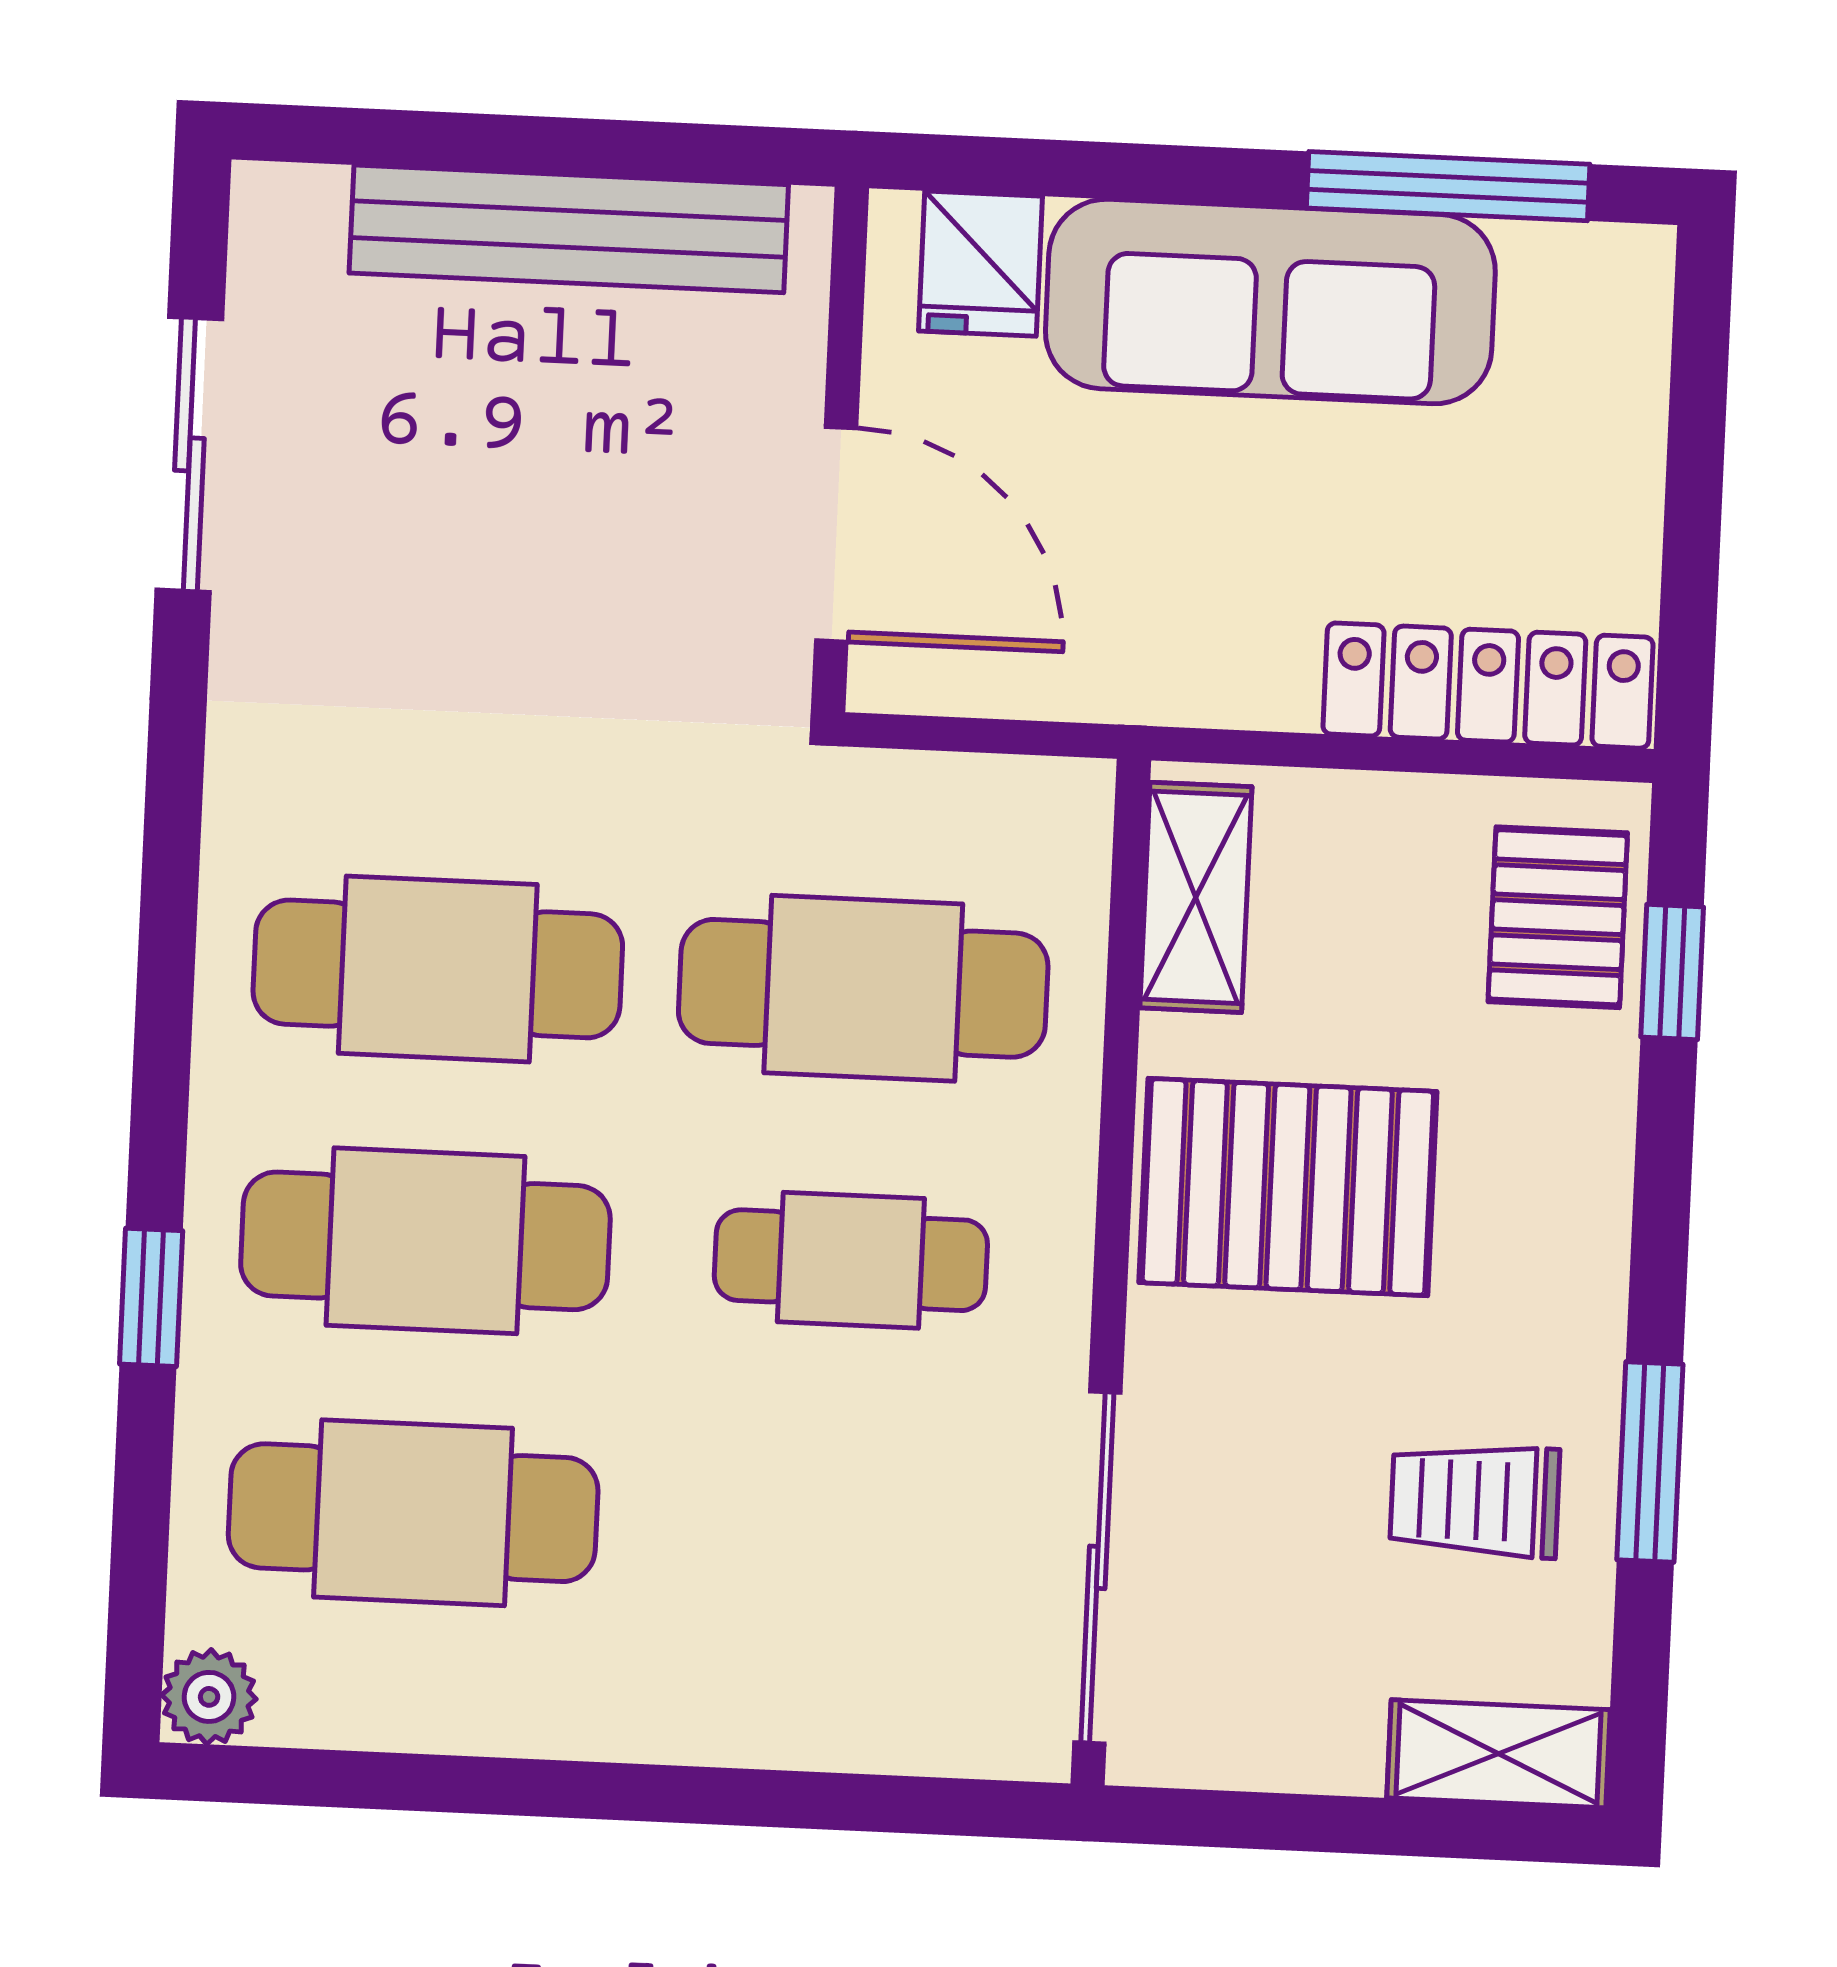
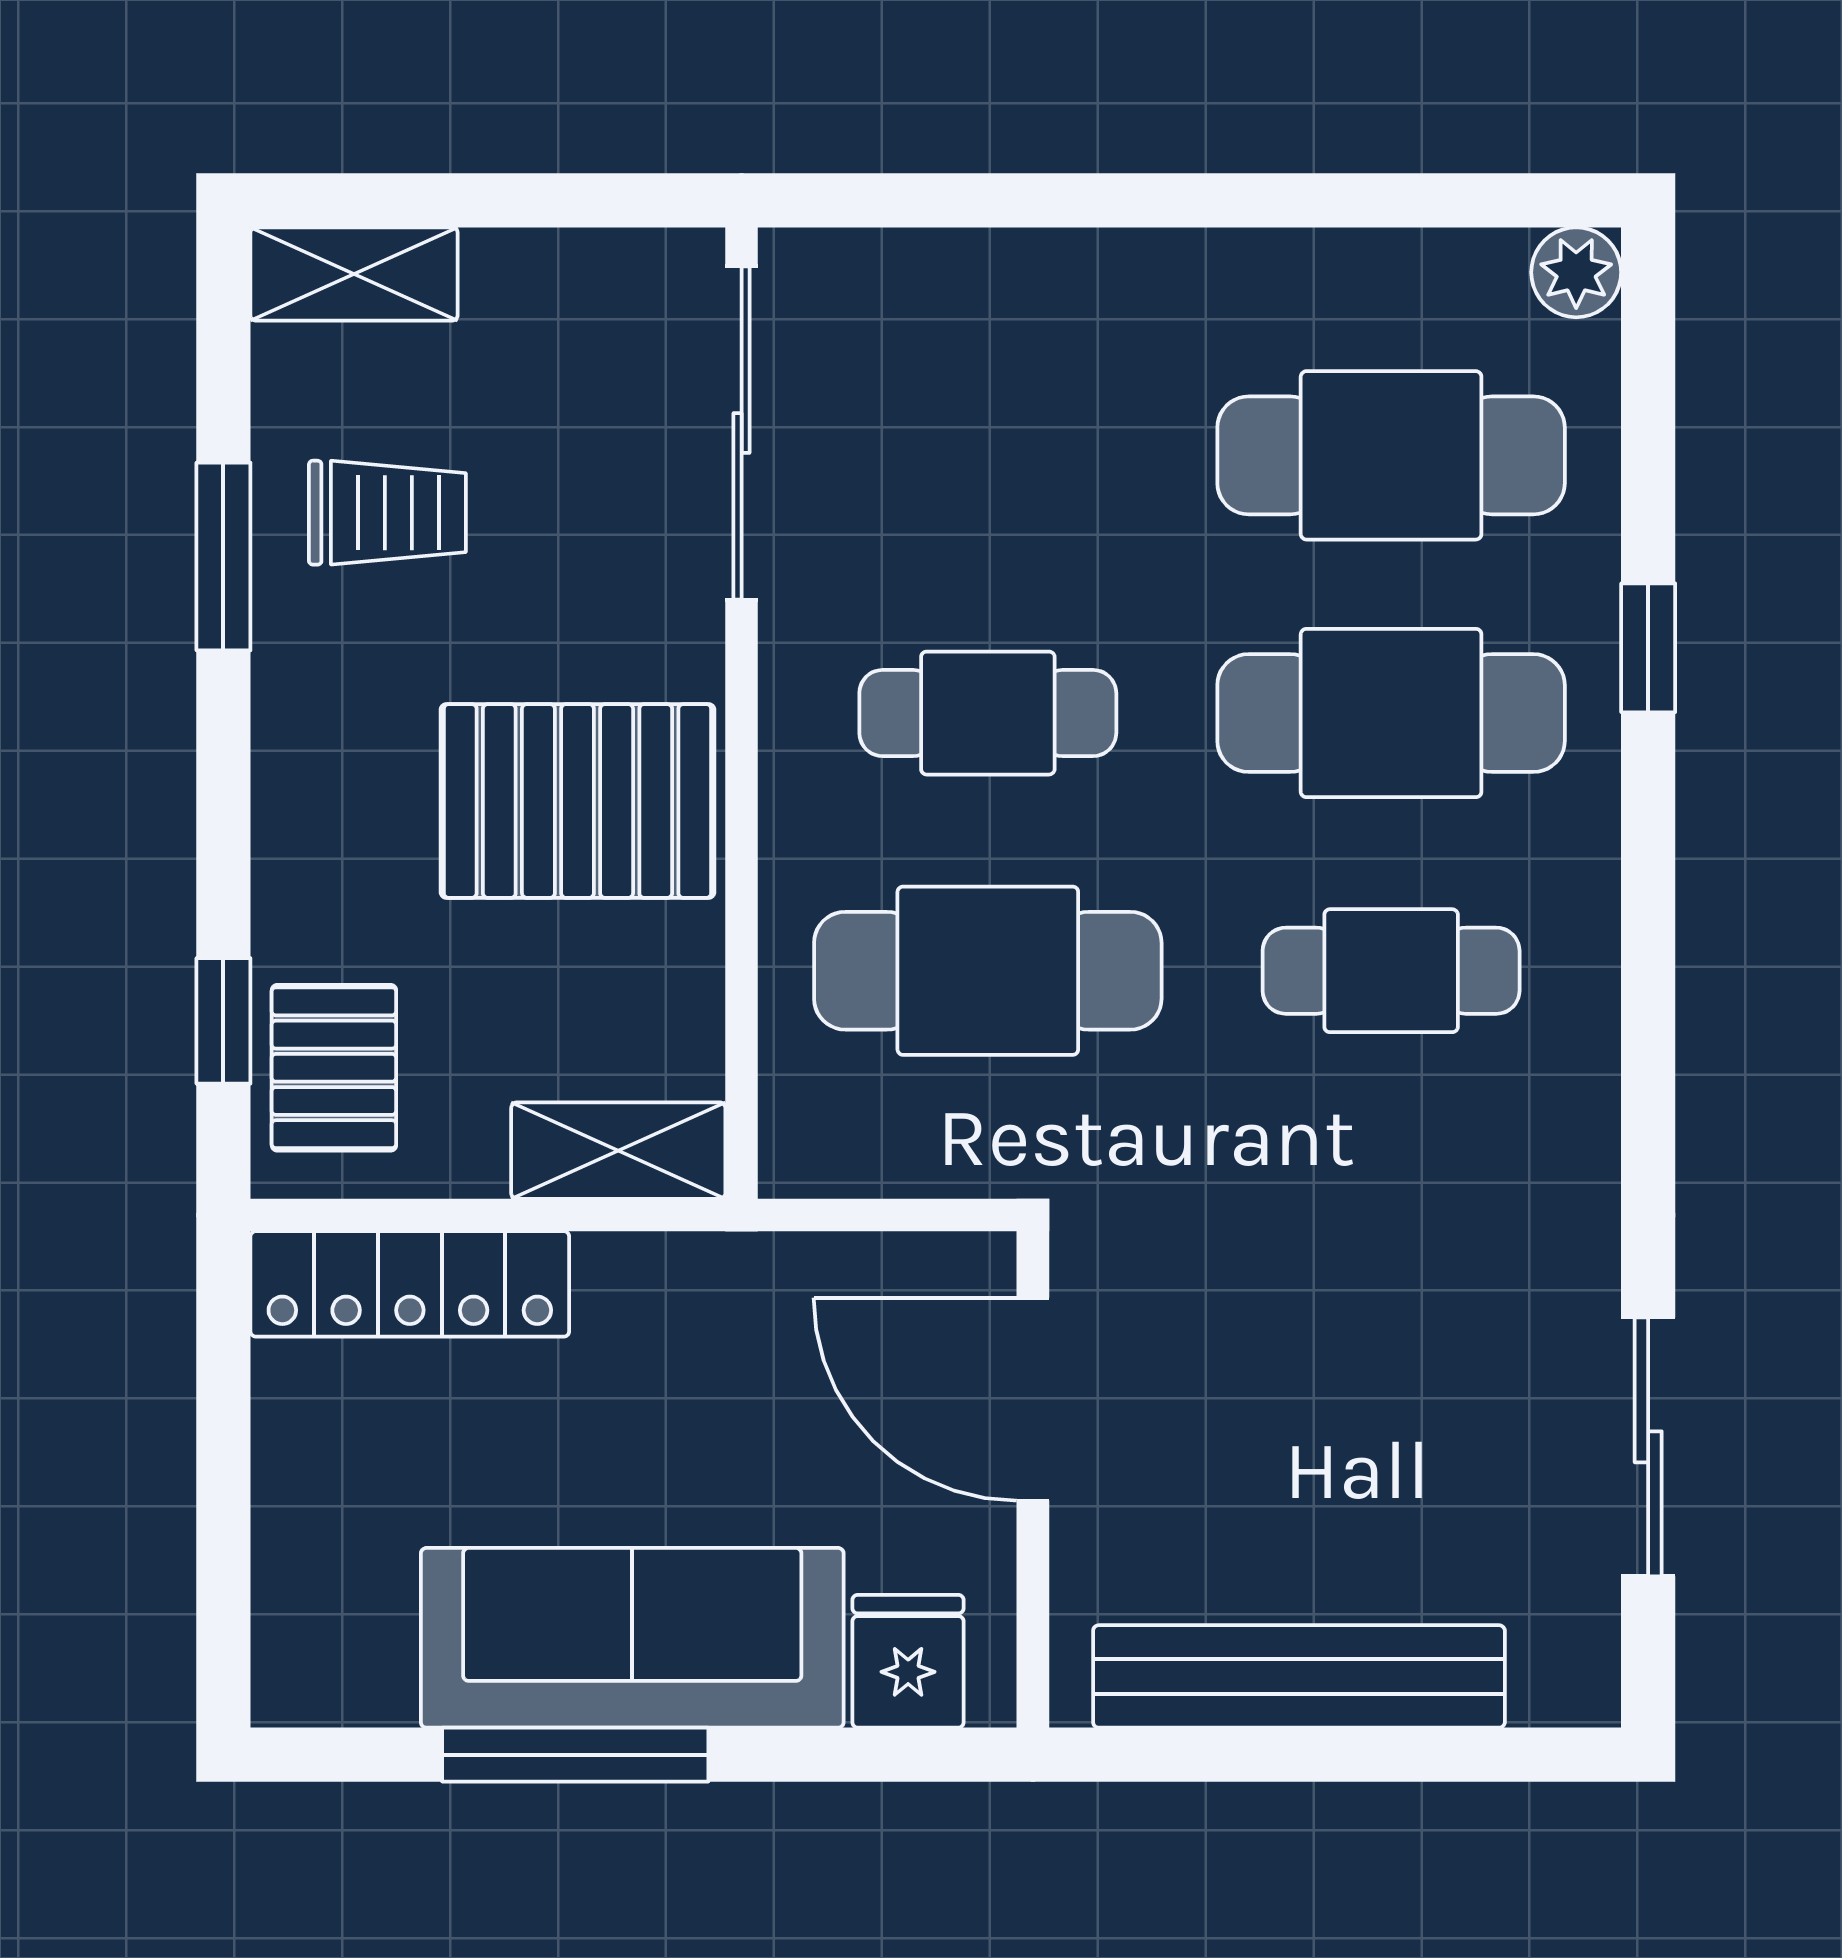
window: (1448, 186) -> (575, 1755), moved
shelving: (1196, 897) -> (618, 1151), moved, turned 90
cafe table: (438, 969) -> (1391, 971), width x0.73, depth x0.74

